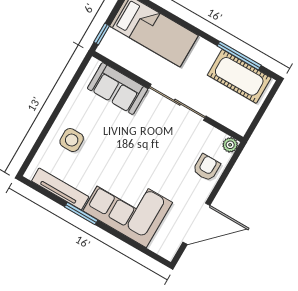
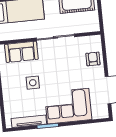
side table: (72, 140) -> (33, 83), moved
plant: (230, 145) -> (96, 39), removed

